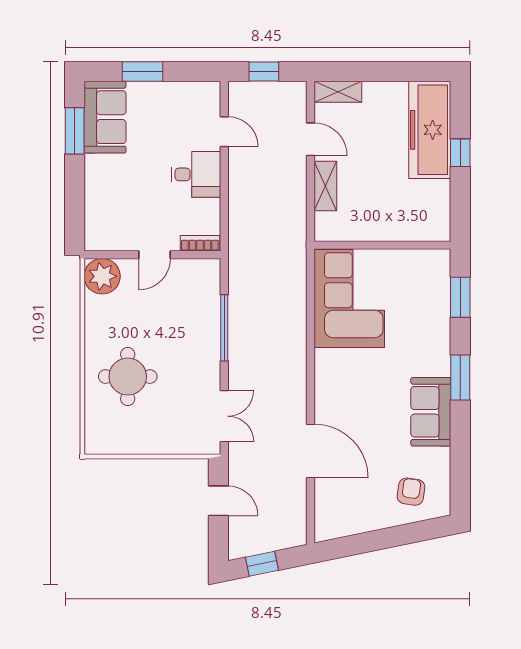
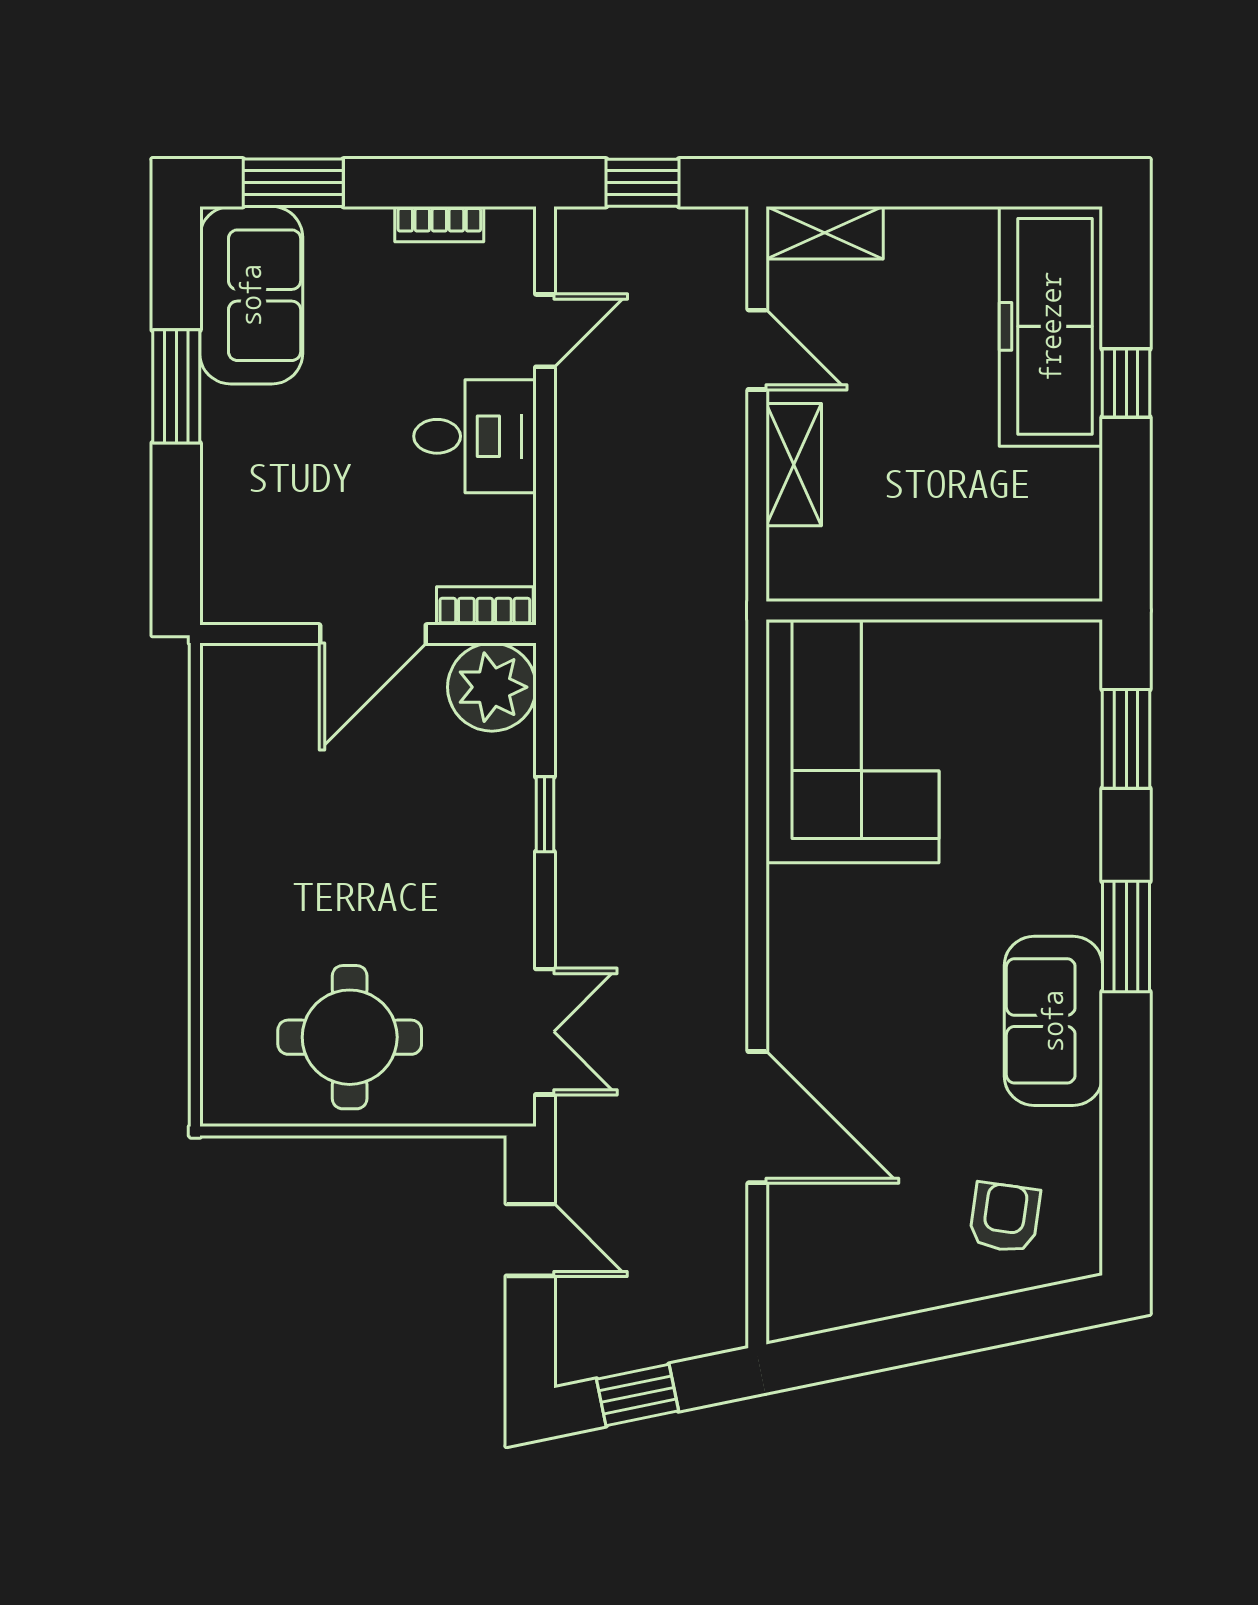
window: (143, 71) -> (293, 183), moved
bookcase: (181, 88) -> (439, 224), added
window: (75, 131) -> (176, 386), moved
door: (224, 132) -> (545, 331), hinge flipped
door: (154, 255) -> (373, 634), width x1.38
plant: (102, 276) -> (492, 687), moved
window: (224, 328) -> (545, 814), width x0.46
round table: (128, 377) -> (350, 1037), moved

